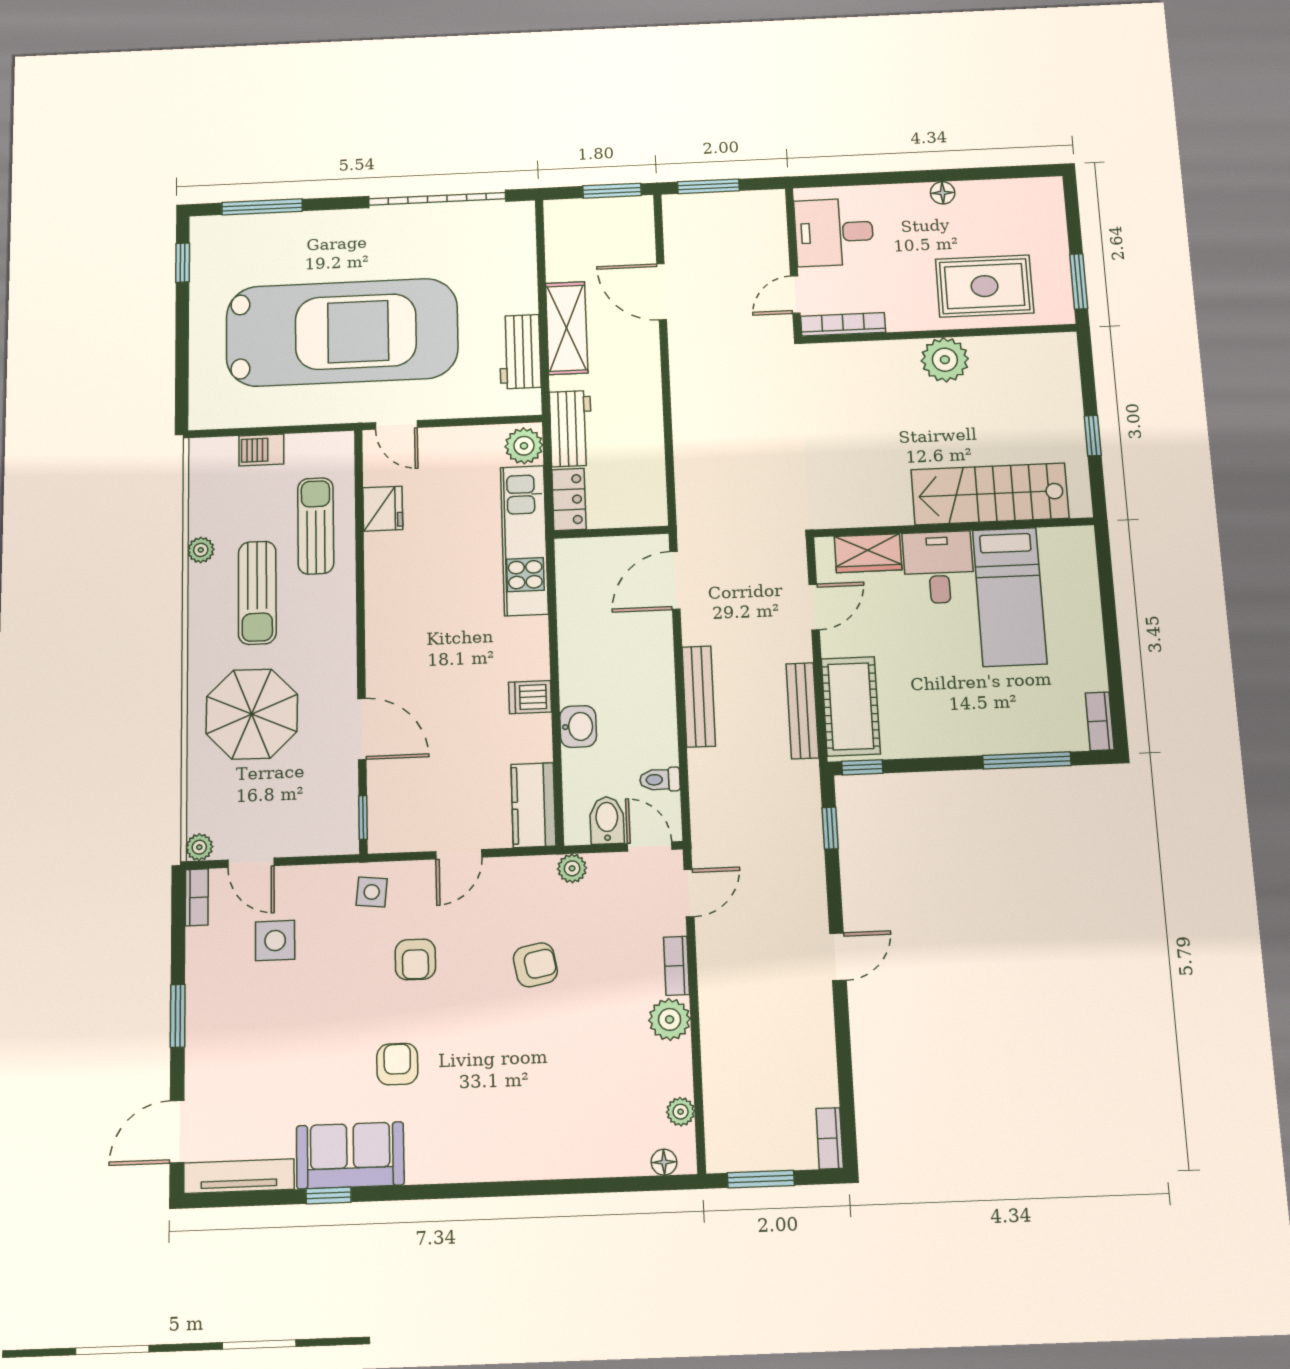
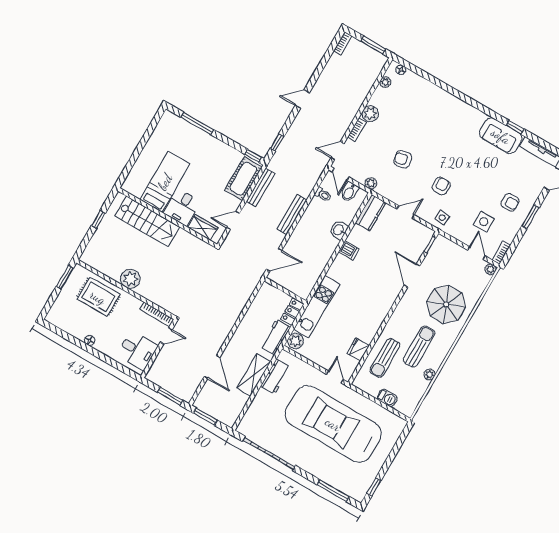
bookcase: (1100, 721) -> (164, 121), removed
armchair: (397, 1064) -> (510, 202), moved, turned -90

